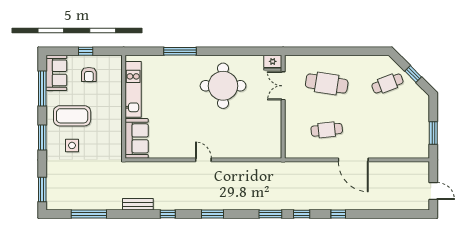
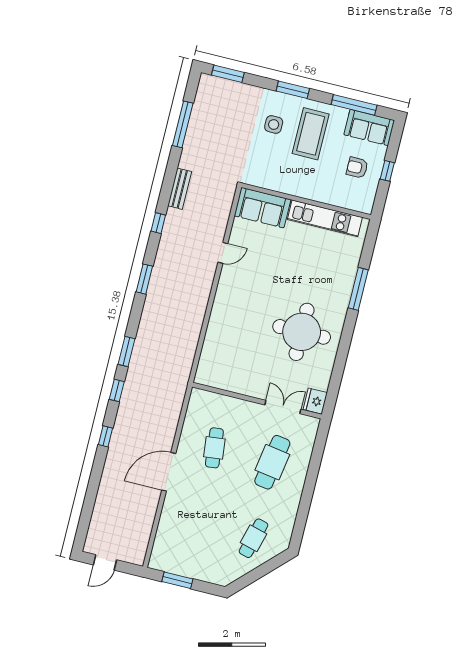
window: (413, 74) -> (258, 573), removed
cafe table: (387, 84) -> (254, 538), turned 36
door: (203, 160) -> (223, 253), moved

